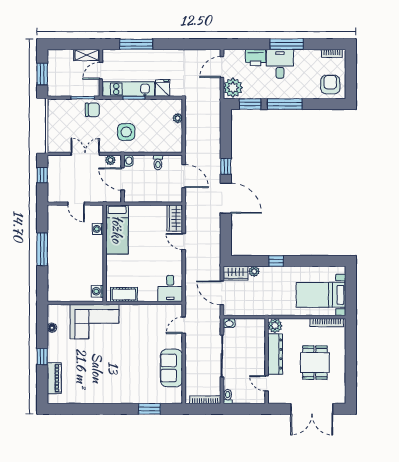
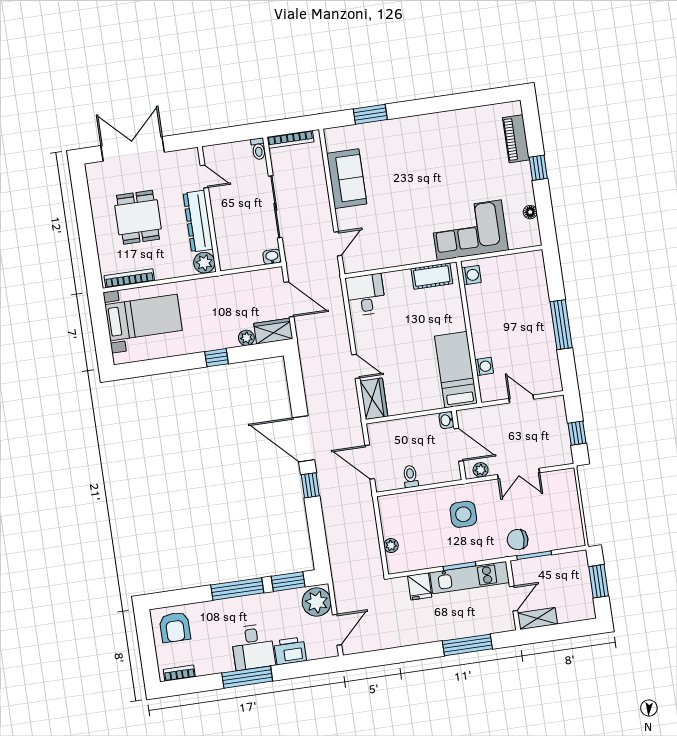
washbasin: (128, 161) -> (446, 420), moved

